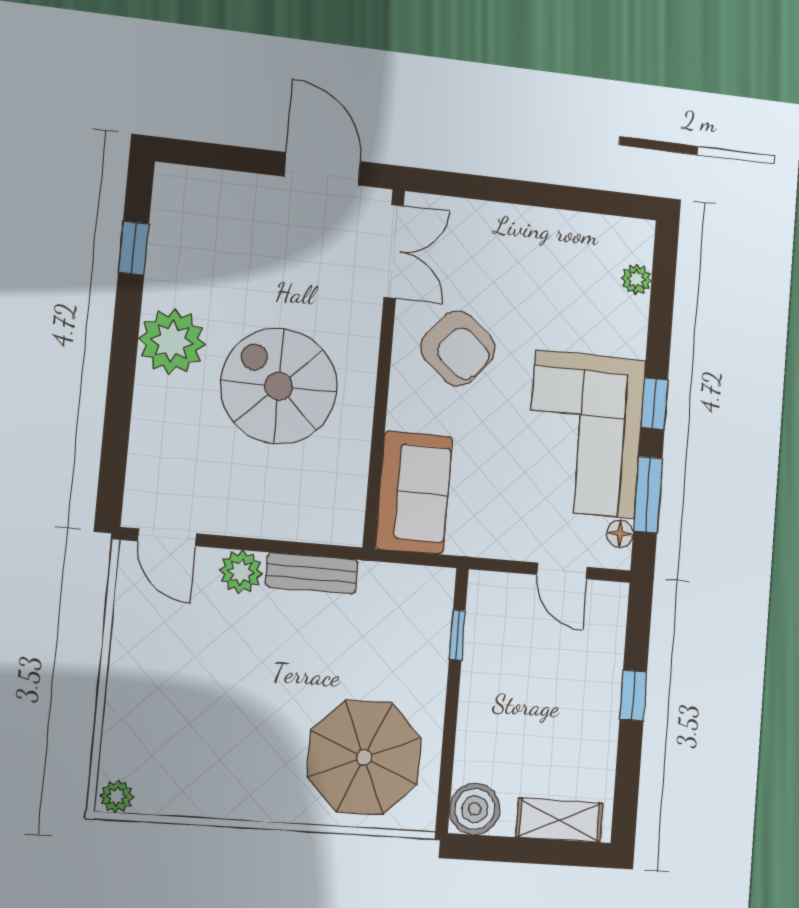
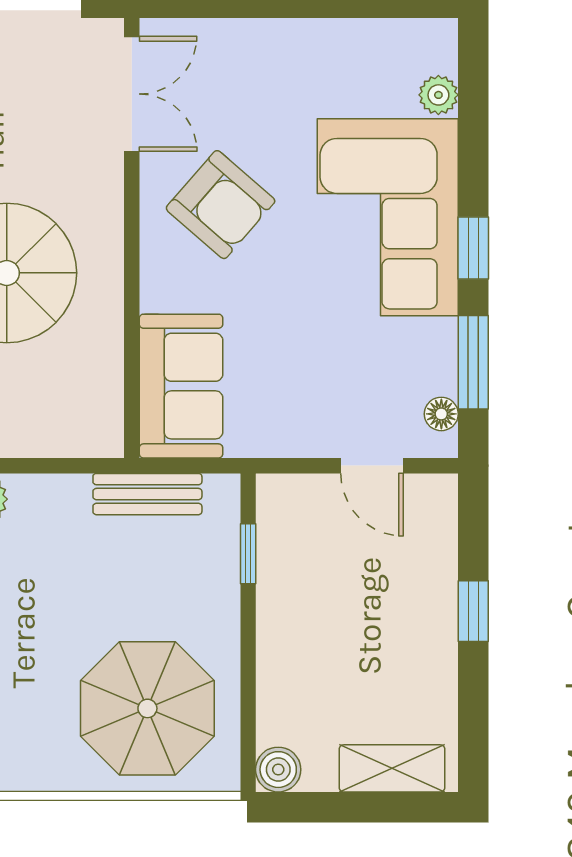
corner sofa: (585, 434) -> (388, 217), moved
bench: (312, 573) -> (147, 494), moved
boiler: (475, 809) -> (278, 770), width x0.73, depth x0.73

